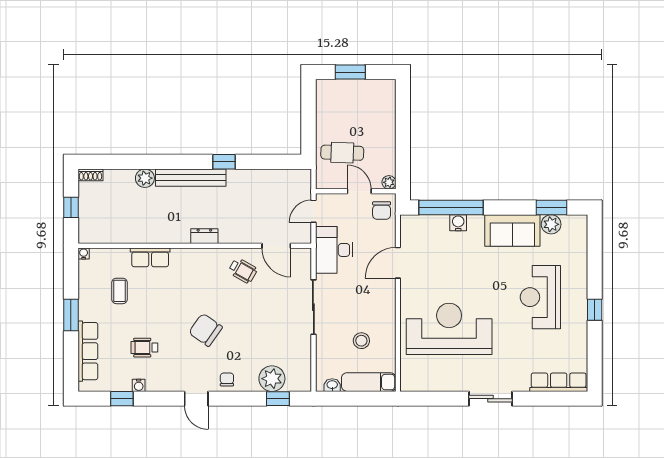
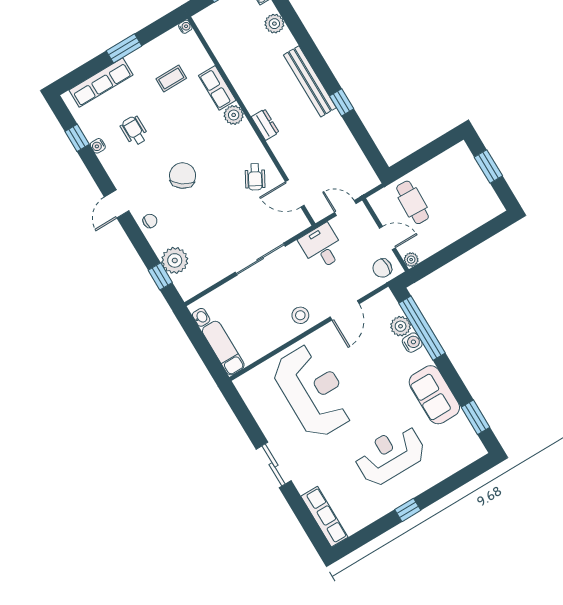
plant: (145, 178) -> (274, 24), moved
door: (359, 191) -> (387, 238), hinge flipped
plant: (551, 224) -> (401, 326), moved
door: (276, 246) -> (295, 194), hinge flipped
desk: (334, 250) -> (322, 247), width x0.73
plant: (181, 257) -> (234, 115), added
door: (398, 263) -> (345, 310), swing flipped
stool: (361, 341) -> (300, 315), moved

